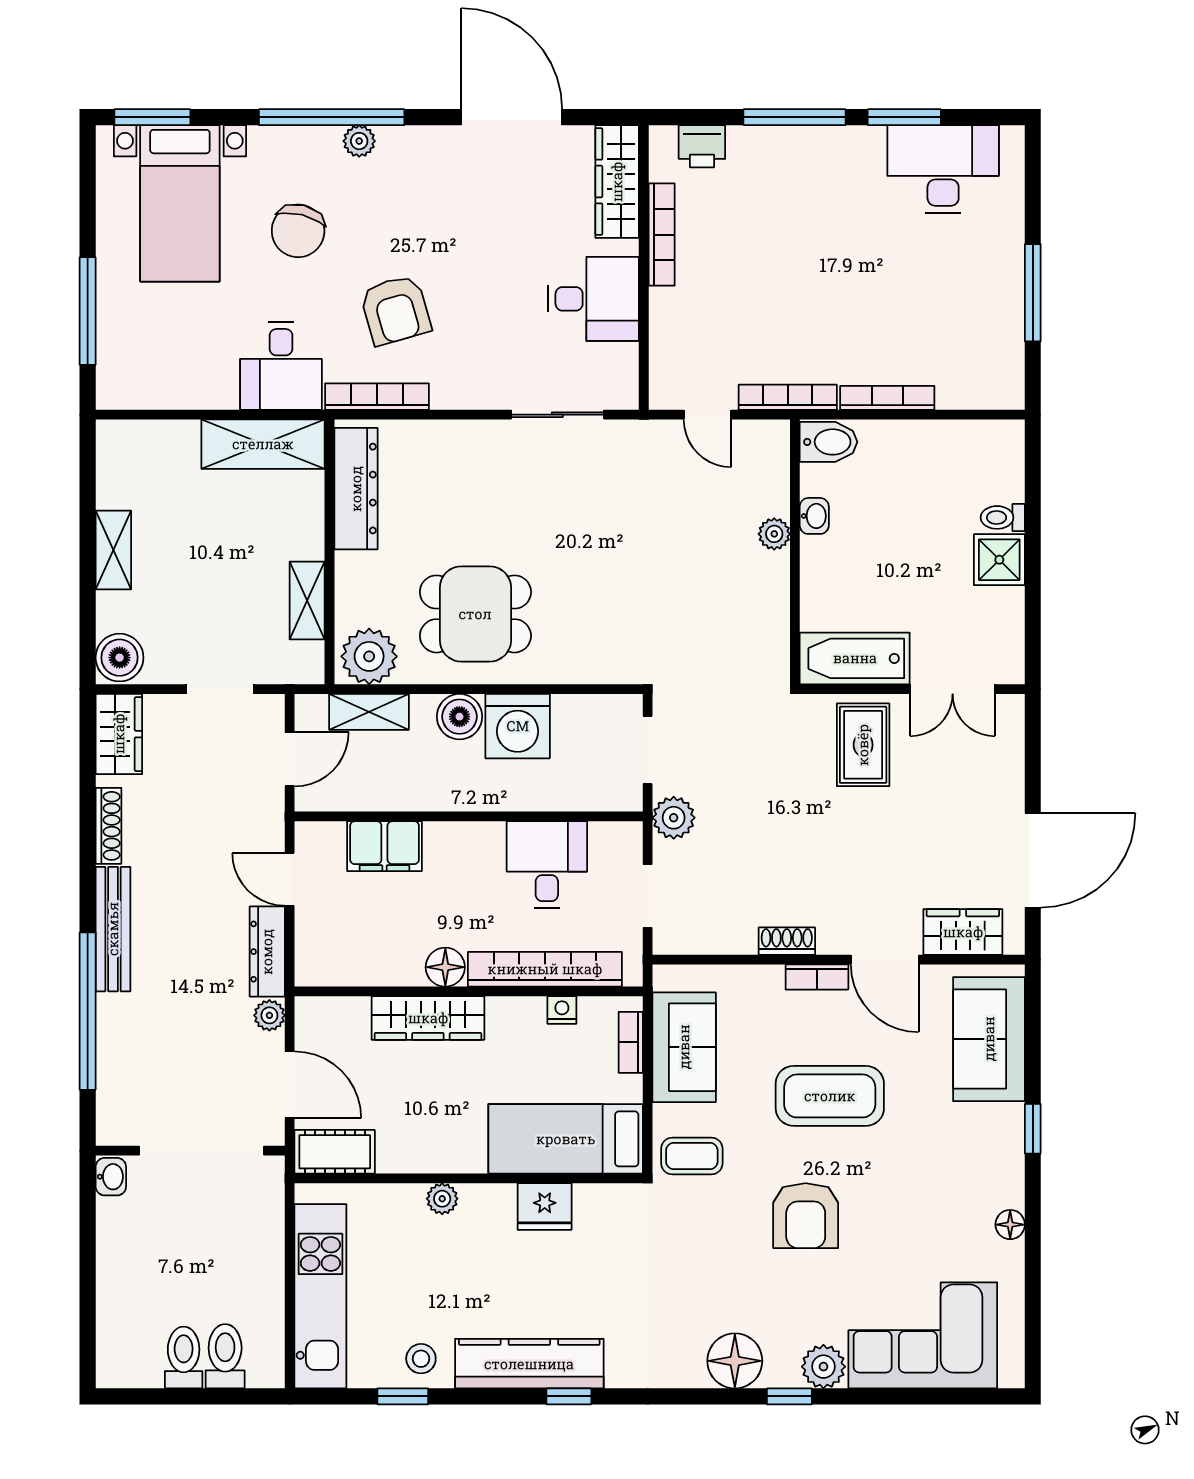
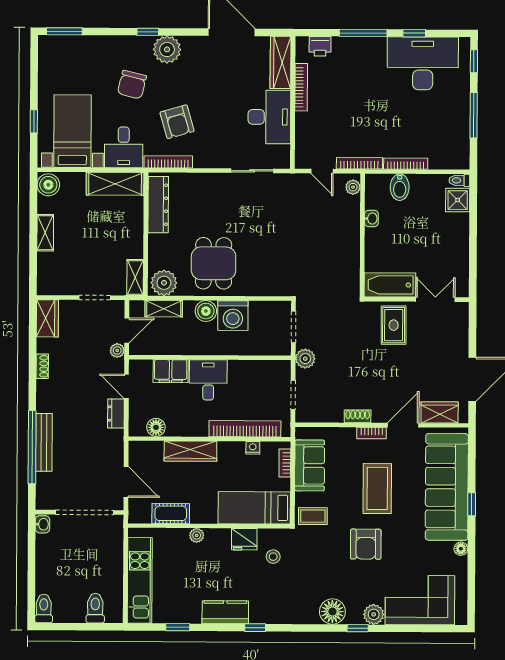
window: (332, 117) -> (148, 32), width x0.32
window: (904, 117) -> (414, 33), width x0.67
plant: (359, 141) -> (167, 49), width x1.88, depth x1.88
desk: (943, 169) -> (423, 63), width x1.36, depth x1.30
window: (1033, 177) -> (474, 61), added
bed with nightstands: (180, 203) -> (73, 131), moved, turned 180
desk: (594, 299) -> (269, 117), width x1.37
window: (88, 311) -> (34, 121), width x0.46
bidet: (829, 442) -> (400, 187), moved, turned 90
toilet: (1003, 517) -> (459, 180), moved
plant: (774, 534) -> (353, 187), moved
shower: (999, 560) -> (458, 200), moved
shelving: (307, 600) -> (135, 278), moved
dining table: (475, 614) -> (214, 263), turned 90
boiler: (120, 658) -> (48, 185), moved
double door: (953, 689) -> (435, 299), swing flipped
shoe rack: (109, 826) -> (42, 366), width x0.70
desk: (547, 865) -> (208, 380), moved
bench: (113, 929) -> (44, 442), moved
dresser: (267, 952) -> (116, 414), width x0.70
door: (885, 960) -> (403, 425), swing flipped
floor lamp: (445, 967) -> (156, 427), moved
plant: (269, 1015) -> (117, 350), moved
sofa: (989, 1039) -> (447, 487), width x1.85, depth x1.27
coffee table: (830, 1096) -> (377, 488), turned 90
cot: (335, 1152) -> (171, 513), moved
toilet: (184, 1357) -> (44, 608), moved
stool: (421, 1359) -> (273, 557), moved
kitchen counter: (529, 1364) -> (225, 612), width x0.67

